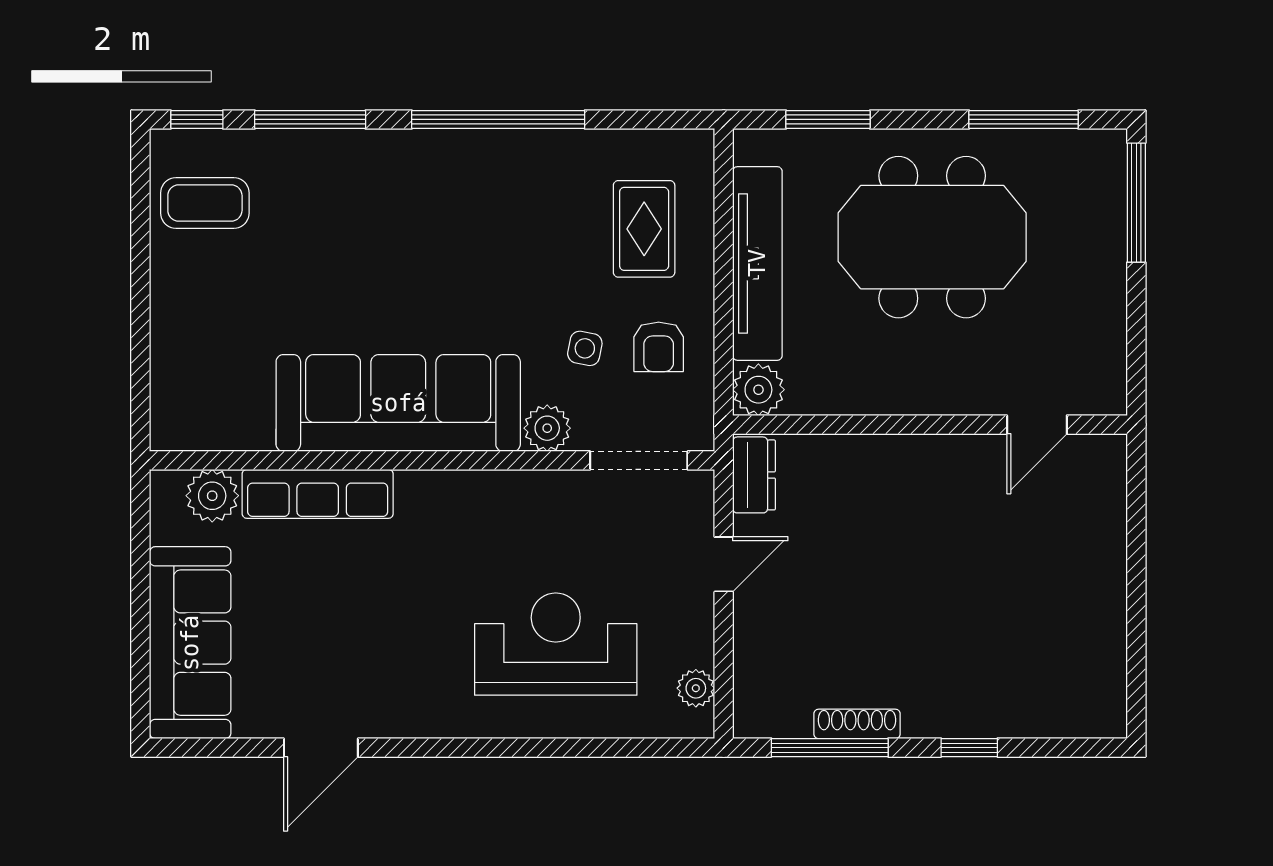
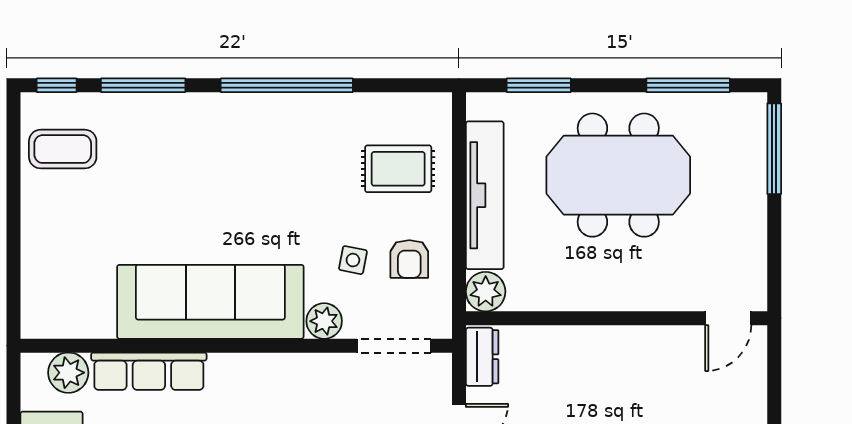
rug: (644, 229) -> (398, 169), turned 90
door: (1037, 425) -> (728, 318), moved

